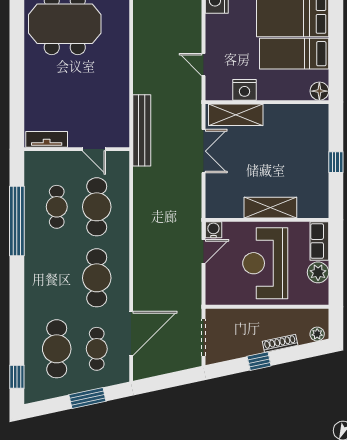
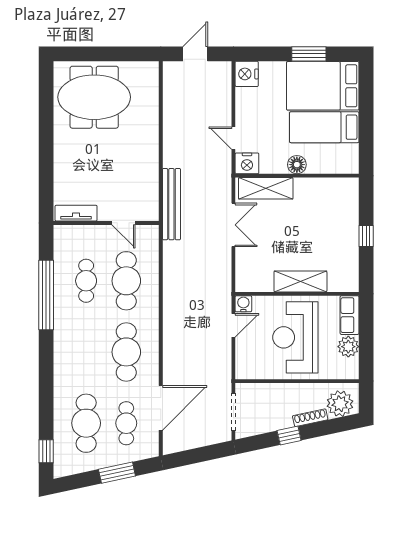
nightstand: (245, 90) -> (247, 163), moved
floor lamp: (319, 91) -> (297, 165), moved
plant: (317, 334) -> (340, 404), width x1.88, depth x1.88

